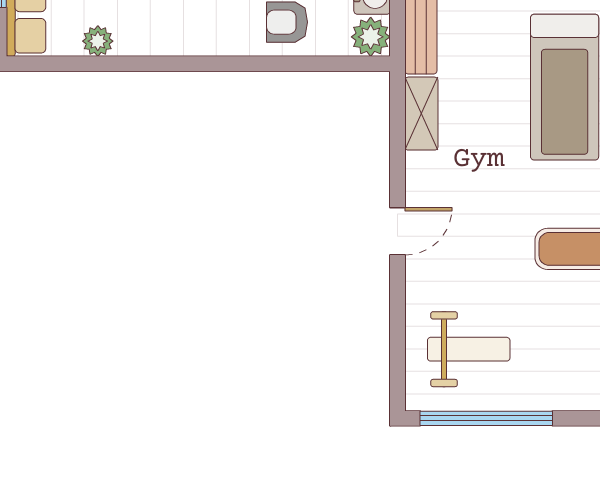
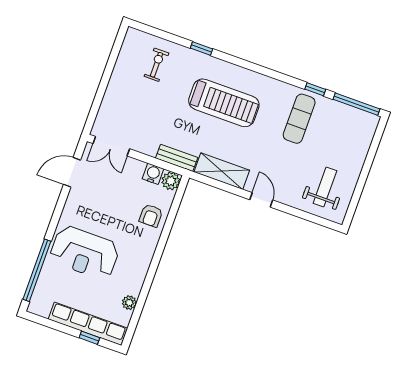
shelving: (421, 114) -> (222, 171), width x1.50, depth x1.33
window: (486, 418) -> (358, 190), removed

